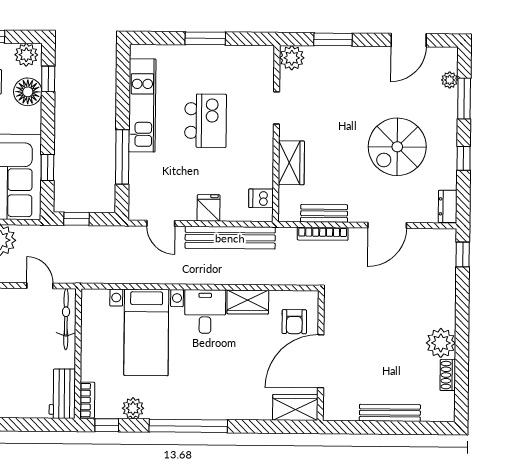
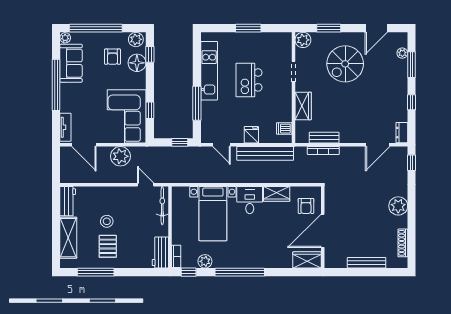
kitchen island: (205, 121) -> (249, 80), turned 180
spiral stairs: (397, 147) -> (345, 64), moved
window: (76, 219) -> (180, 142), moved
door: (387, 225) -> (378, 145), moved
plant: (441, 343) -> (398, 206), moved
shoe rack: (448, 375) -> (403, 243), width x1.43

